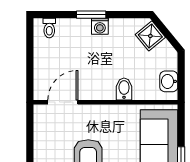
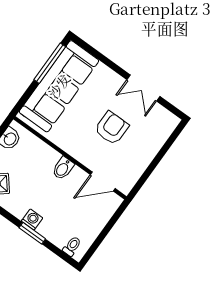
bidet: (124, 89) -> (63, 168), moved

